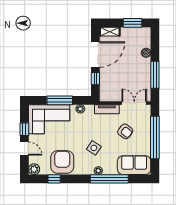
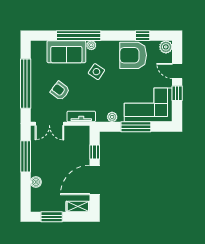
armchair: (62, 162) -> (133, 55), turned 90
sofa: (134, 165) -> (66, 52), moved

